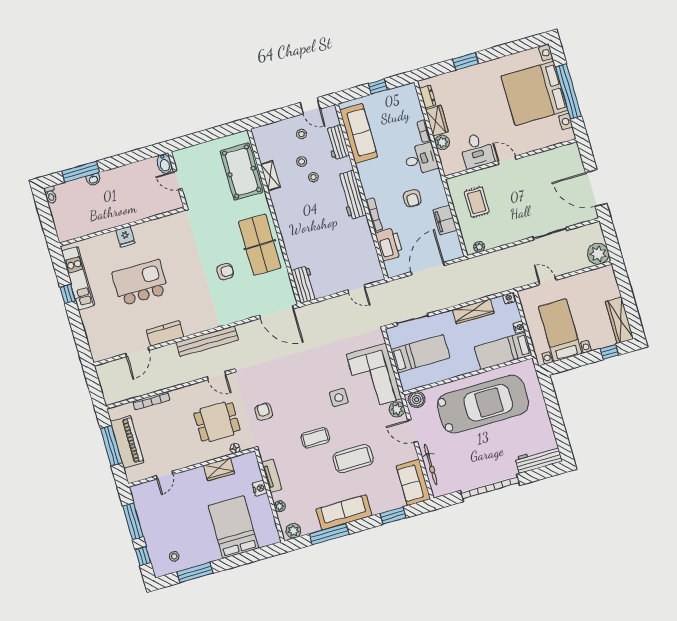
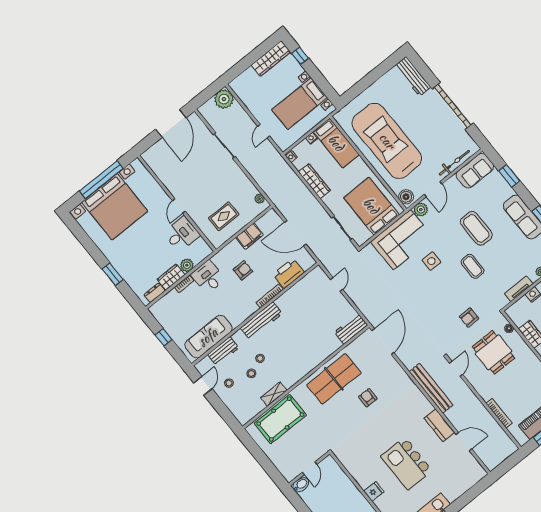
bed: (420, 354) -> (371, 206), width x1.50

